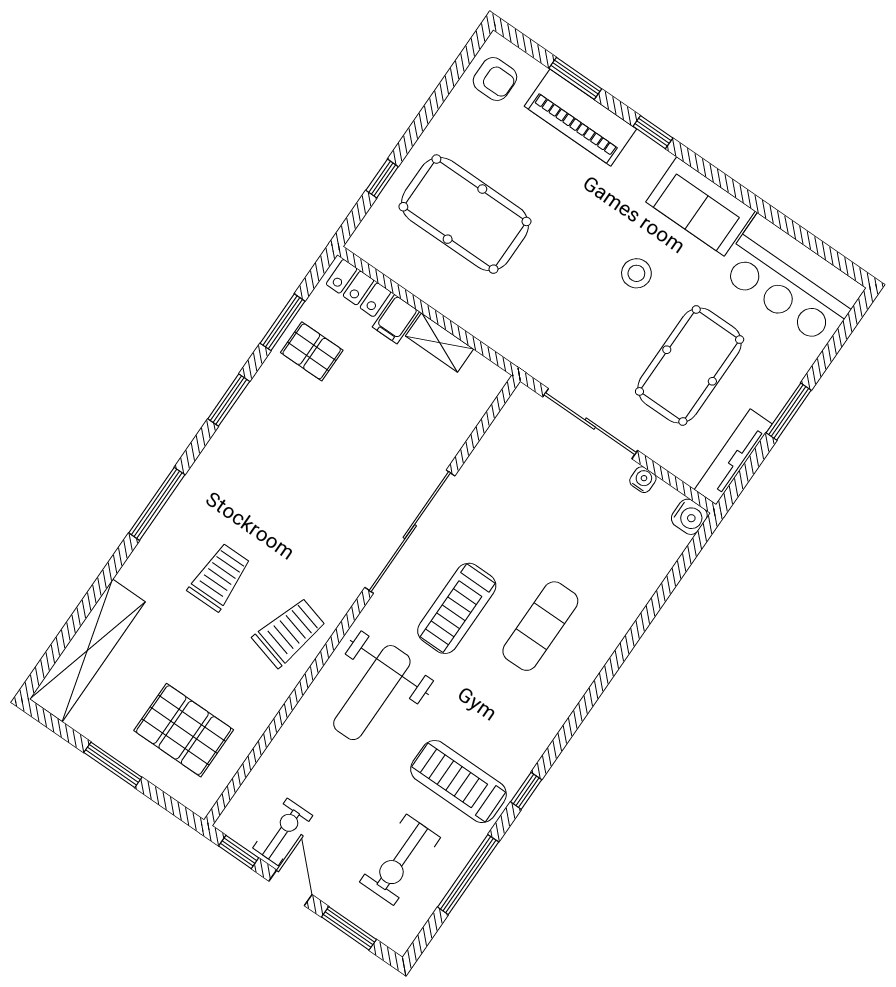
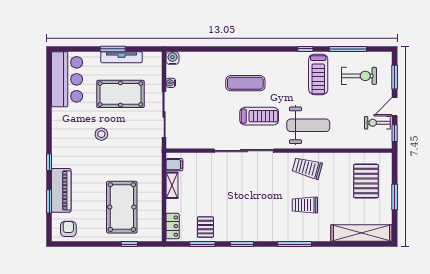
sofa: (701, 207) -> (63, 128), removed
filing cabinet: (396, 319) -> (174, 165), moved
tv unit: (733, 457) -> (122, 57), moved

